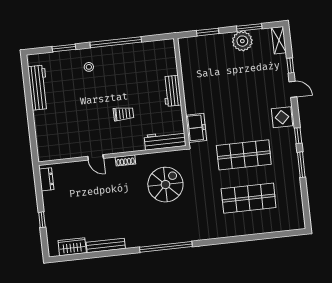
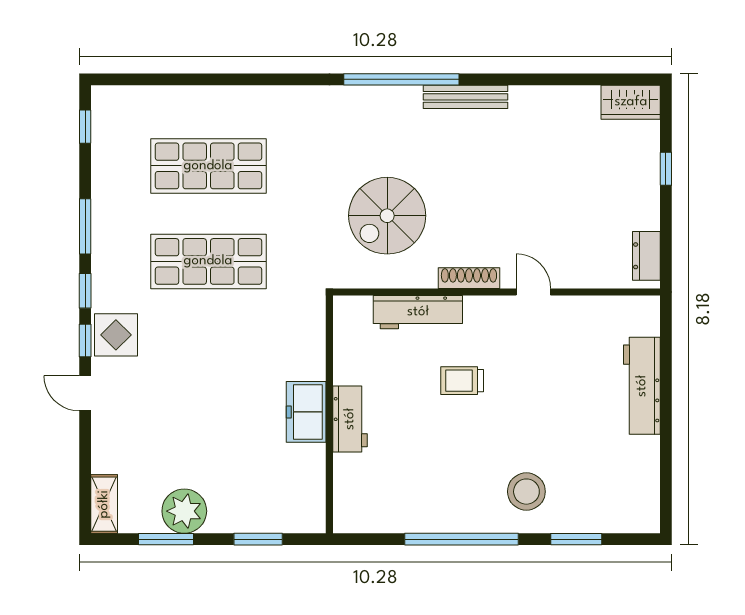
window: (290, 66) -> (85, 341), moved
stool: (89, 67) -> (526, 492), width x1.89, depth x1.89
workbench: (38, 88) -> (642, 386), moved
freezer: (196, 128) -> (306, 412), moved
workbench: (165, 141) -> (418, 312), moved
shoe rack: (125, 160) -> (469, 278), width x1.43
window: (306, 210) -> (85, 127), added
bench: (106, 245) -> (465, 97), moved
wardrobe: (72, 247) -> (631, 102), moved

